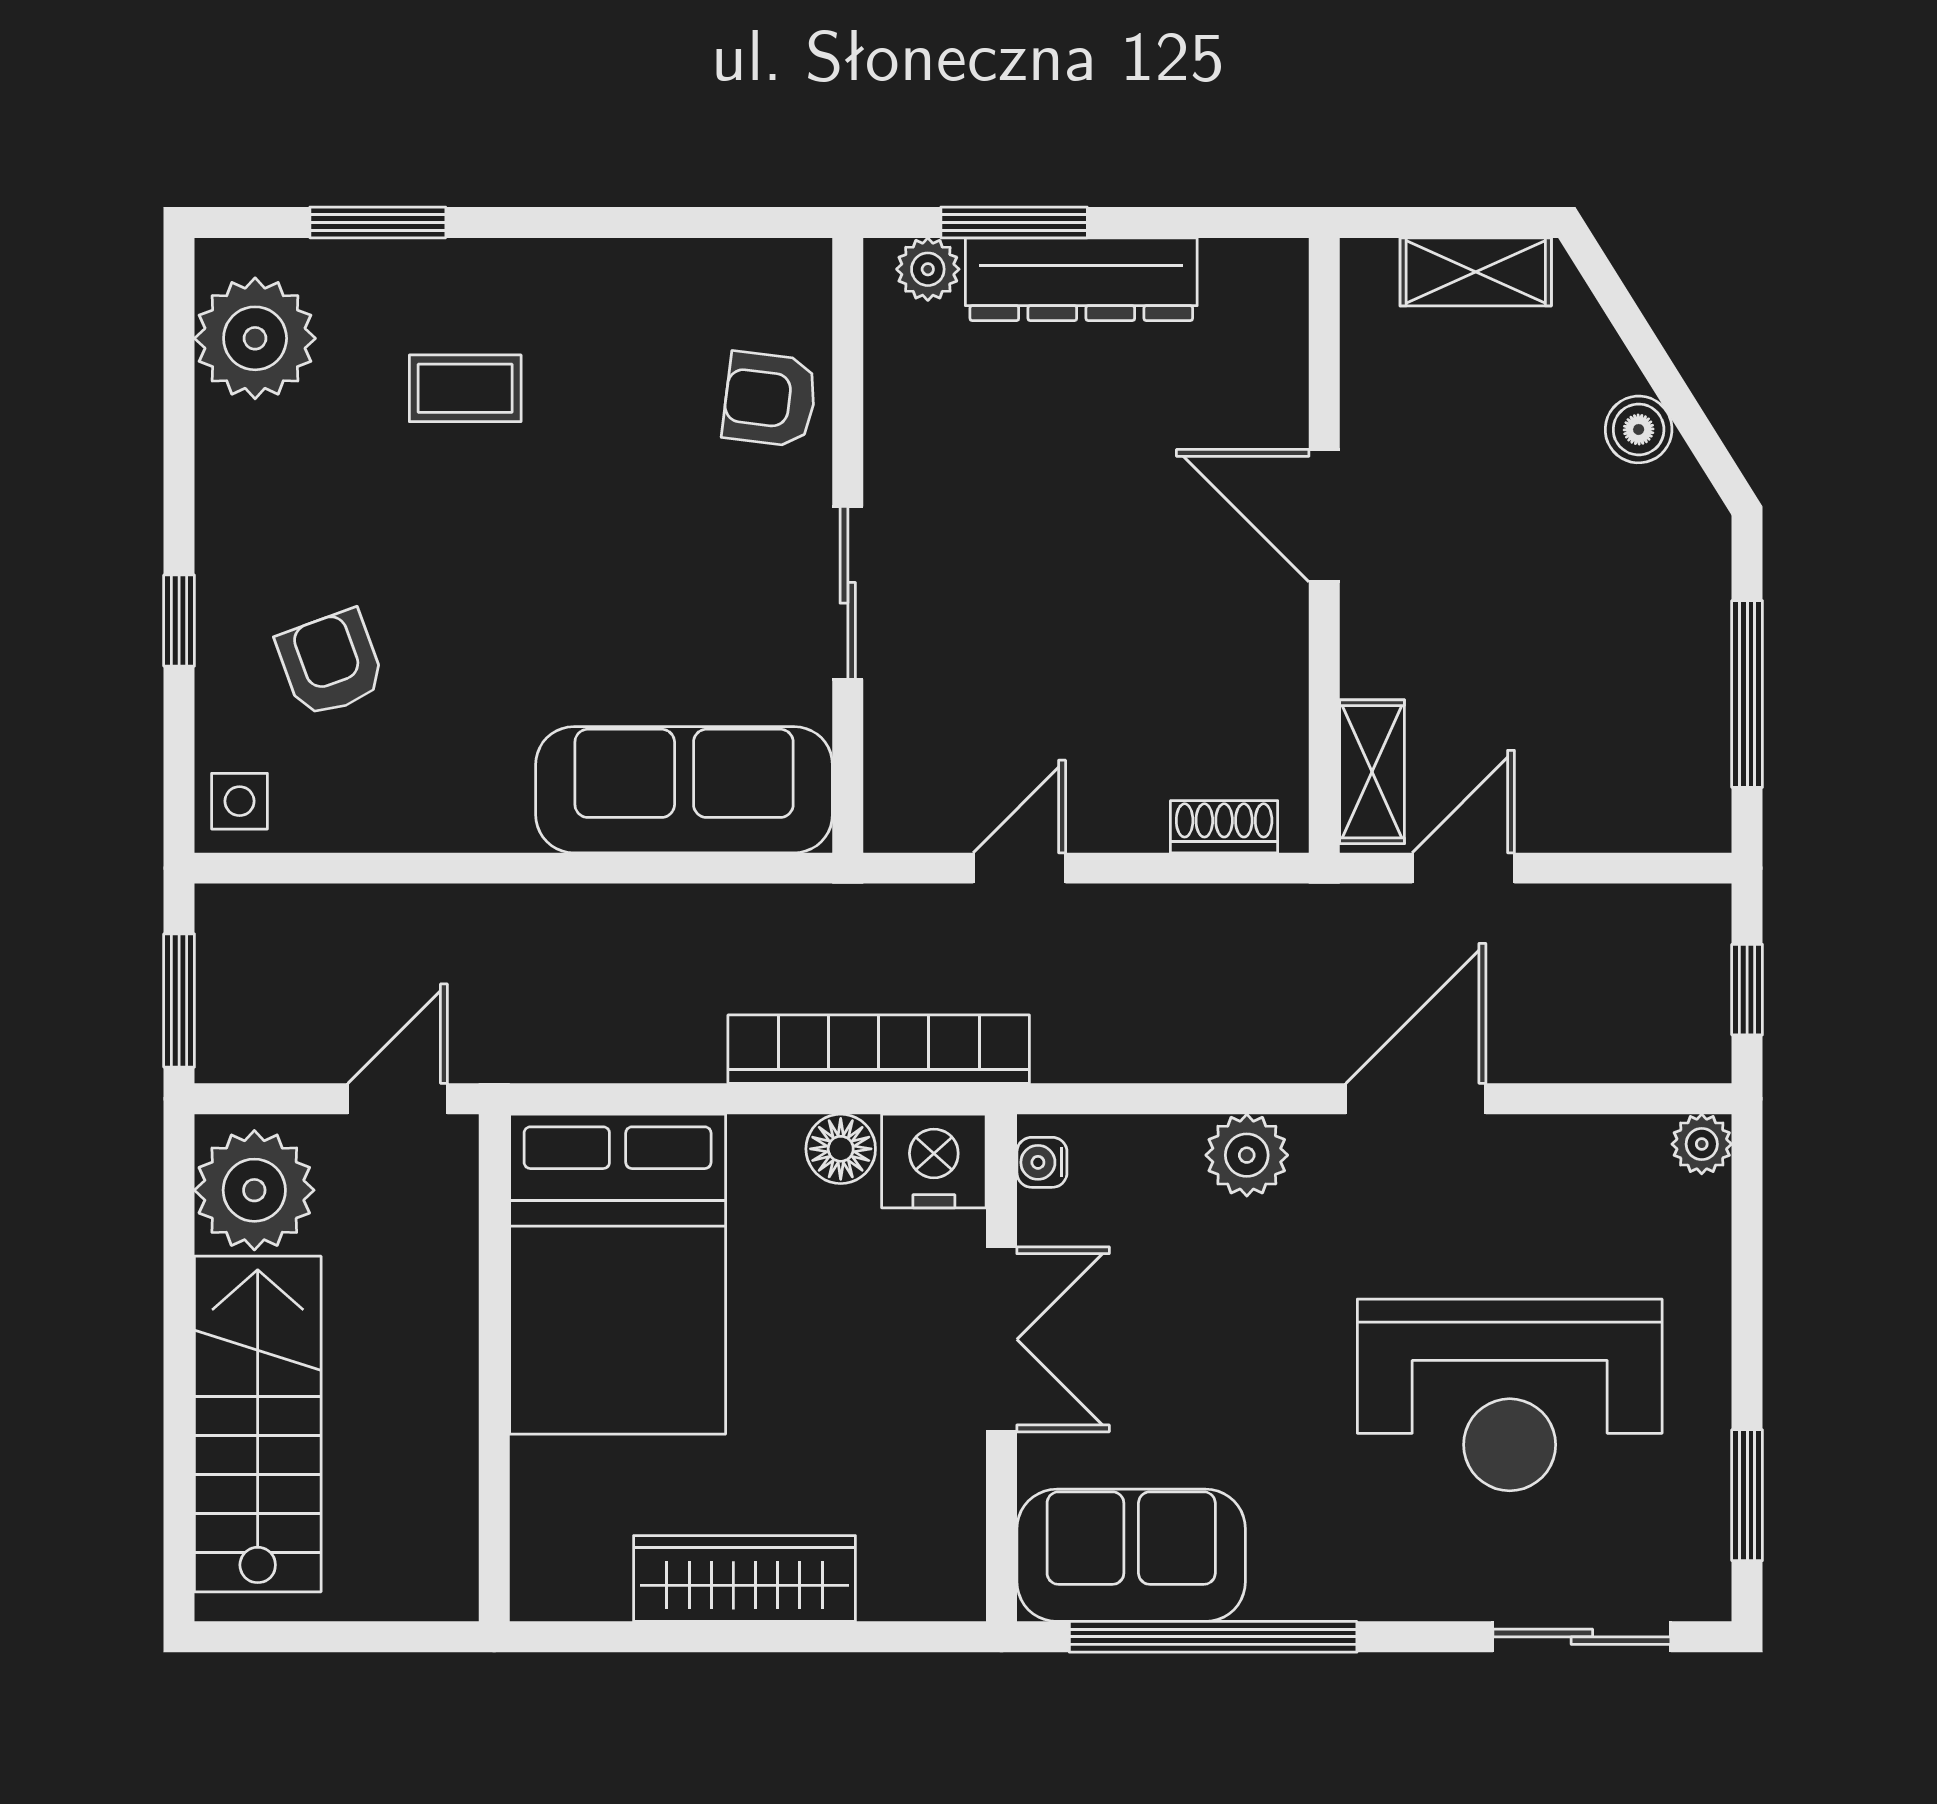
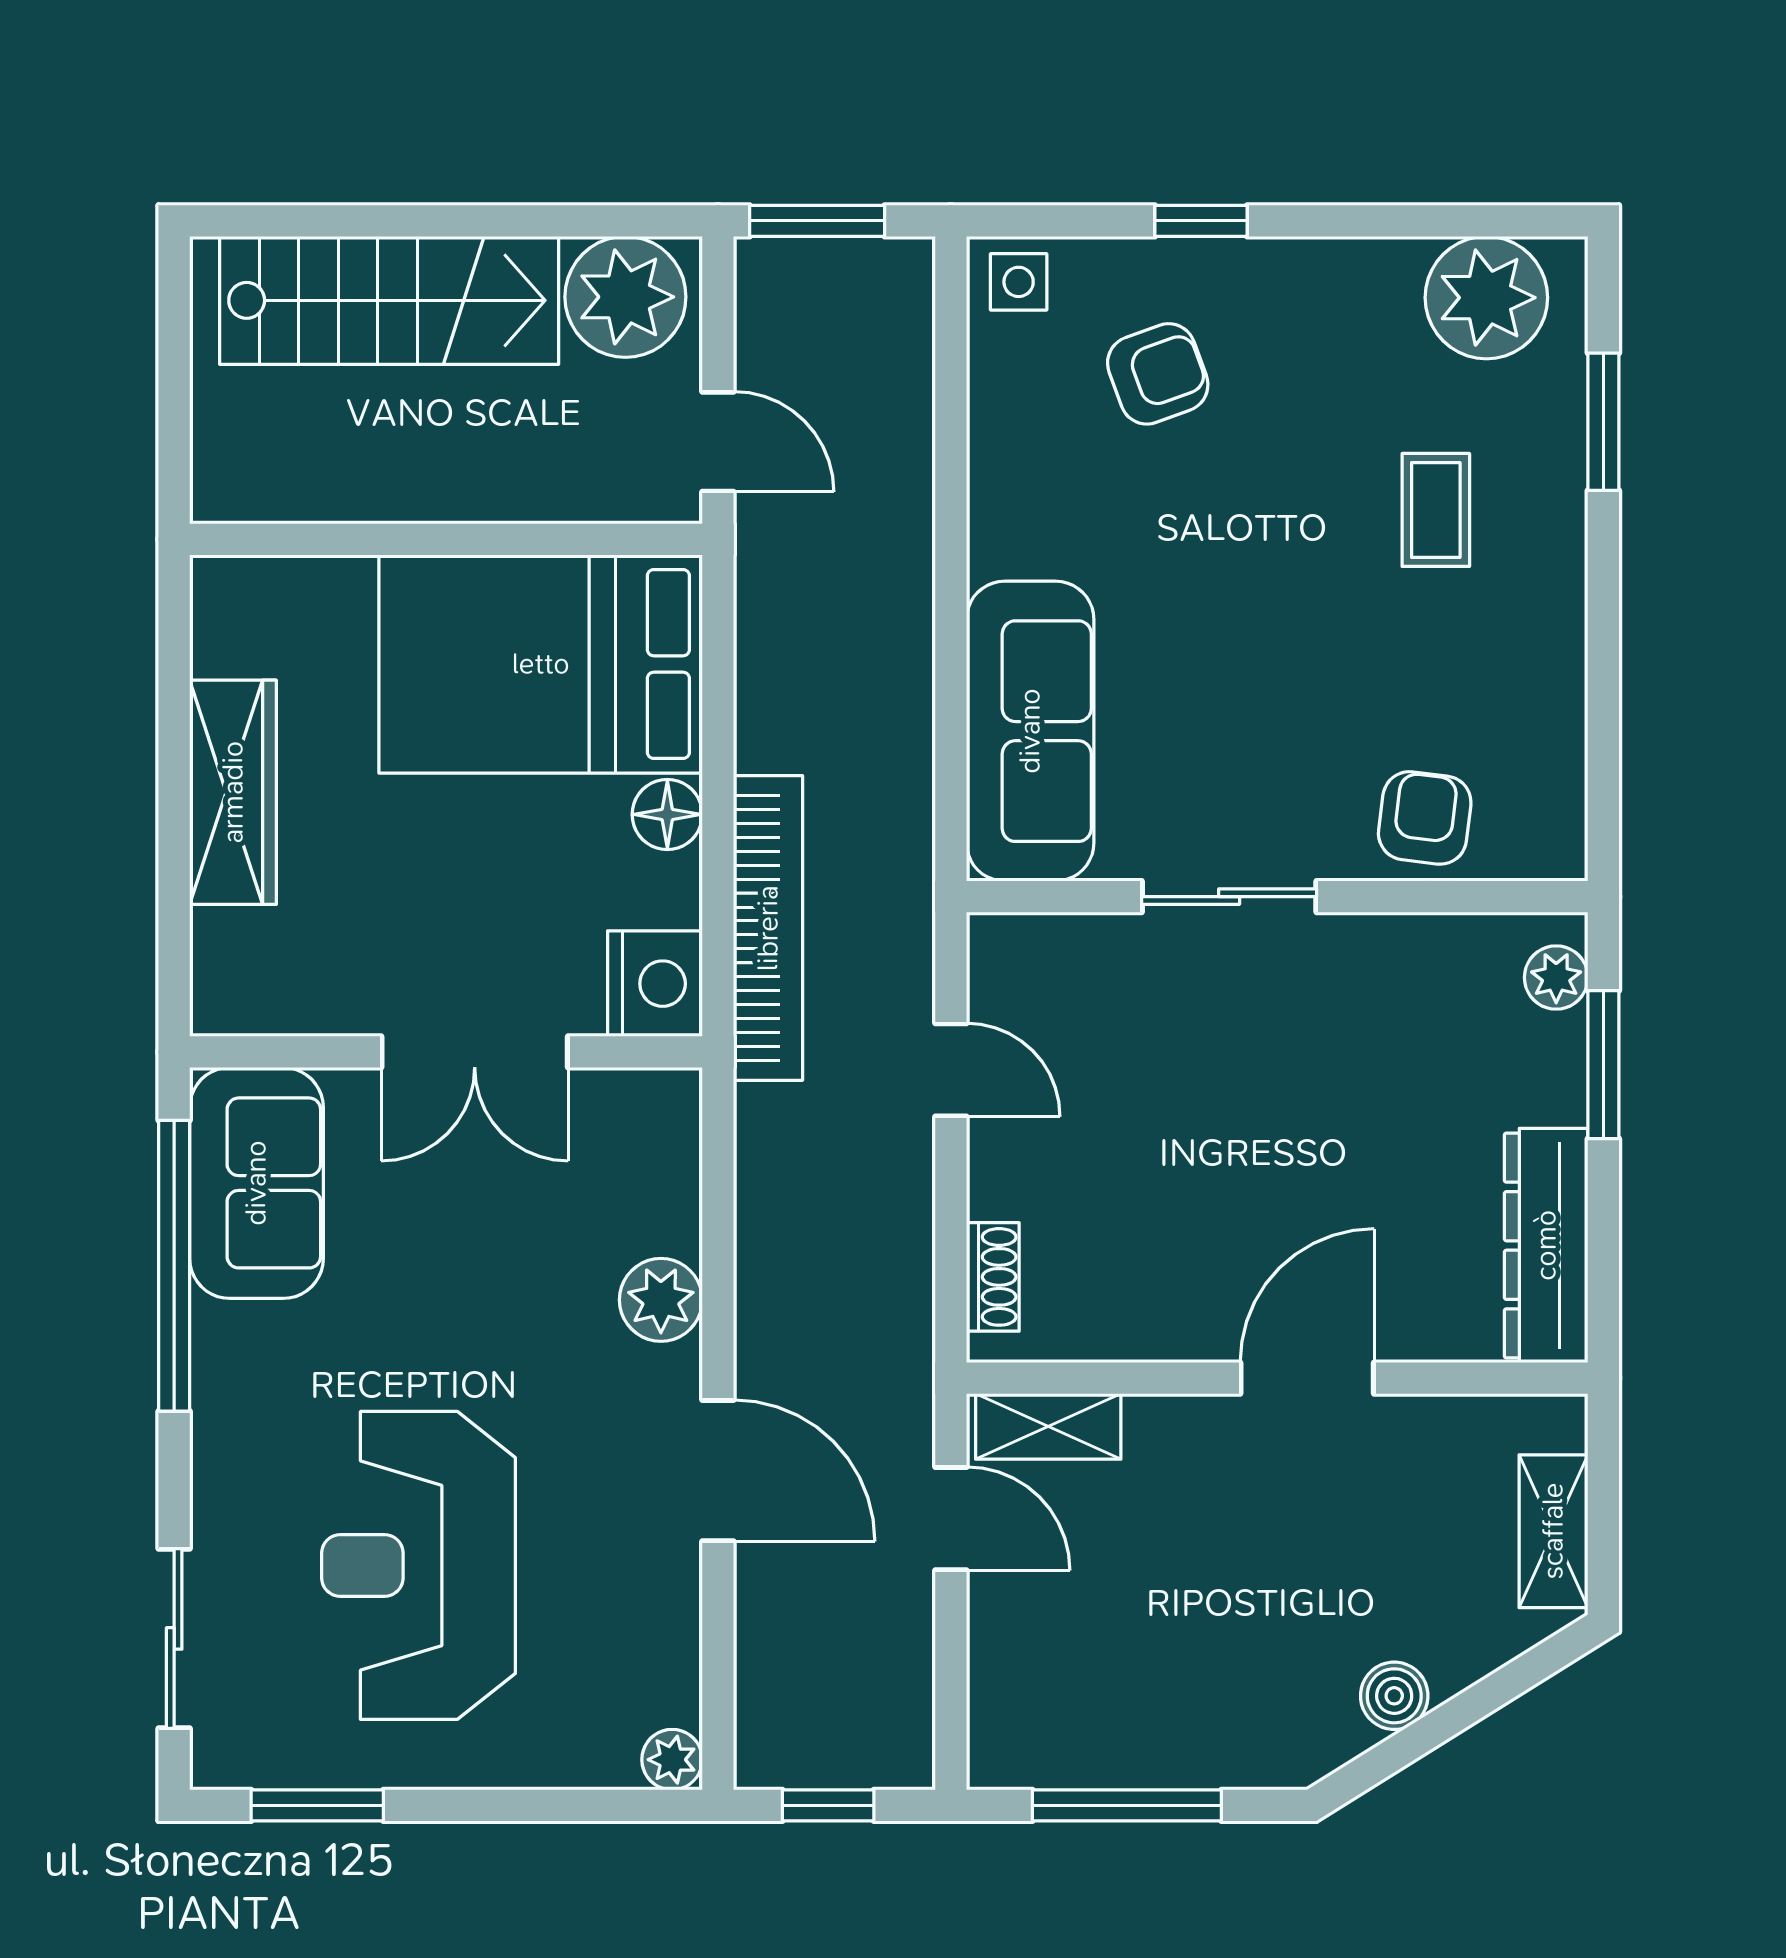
dresser: (1081, 279) -> (1546, 1245), moved
floor lamp: (841, 1149) -> (667, 814), moved
water cooler: (1042, 1162) -> (654, 1093), removed

